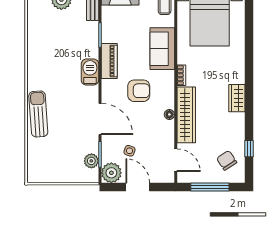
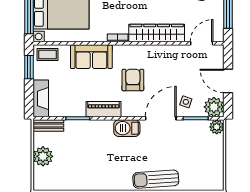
barbecue: (90, 72) -> (127, 128), moved
floor lamp: (169, 114) -> (156, 50), removed
side table: (130, 151) -> (186, 102), moved
plant: (91, 161) -> (217, 127), moved
door: (138, 187) -> (228, 81), hinge flipped

